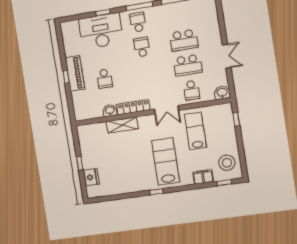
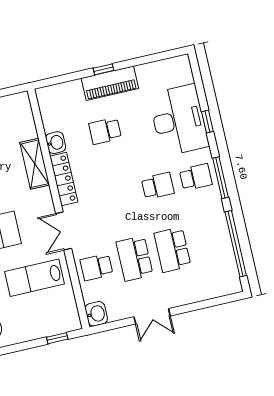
lab bench: (195, 131) -> (35, 278), turned 180

